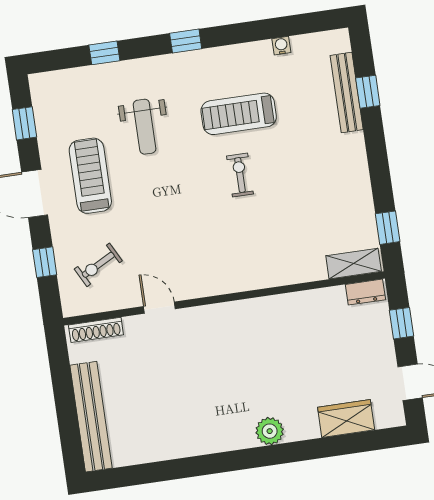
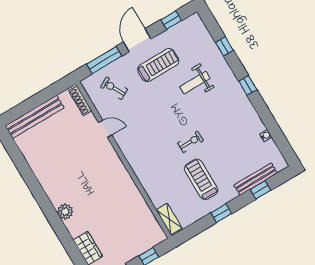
treadmill: (239, 114) -> (201, 179), moved
window: (388, 228) -> (221, 213), moved
window: (45, 262) -> (104, 60), width x2.17
dresser: (365, 292) -> (157, 231), removed
door: (159, 308) -> (105, 129), hinge flipped

